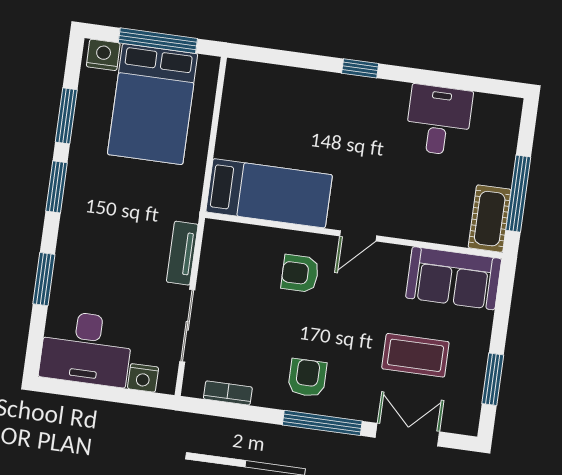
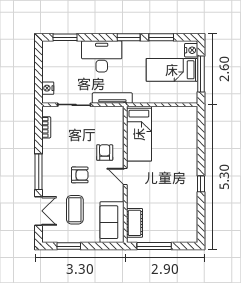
window: (360, 68) -> (201, 184), moved
bed: (153, 104) -> (172, 70), width x0.67
desk: (439, 120) -> (182, 206), removed
cot: (490, 219) -> (135, 223), moved, turned 90
tv unit: (182, 253) -> (112, 98), width x1.41
window: (44, 279) -> (65, 37), moved
desk: (86, 348) -> (102, 56), moved, turned 90
armchair: (307, 378) -> (80, 175), moved

